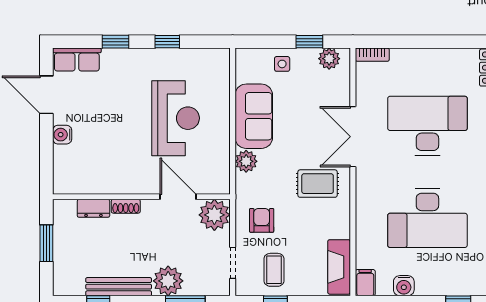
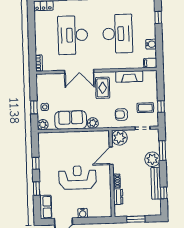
window: (309, 42) -> (34, 107), moved
plant: (329, 59) -> (43, 125), moved
reception desk: (176, 118) -> (77, 178), moved
fireplace: (339, 267) -> (129, 76), moved

